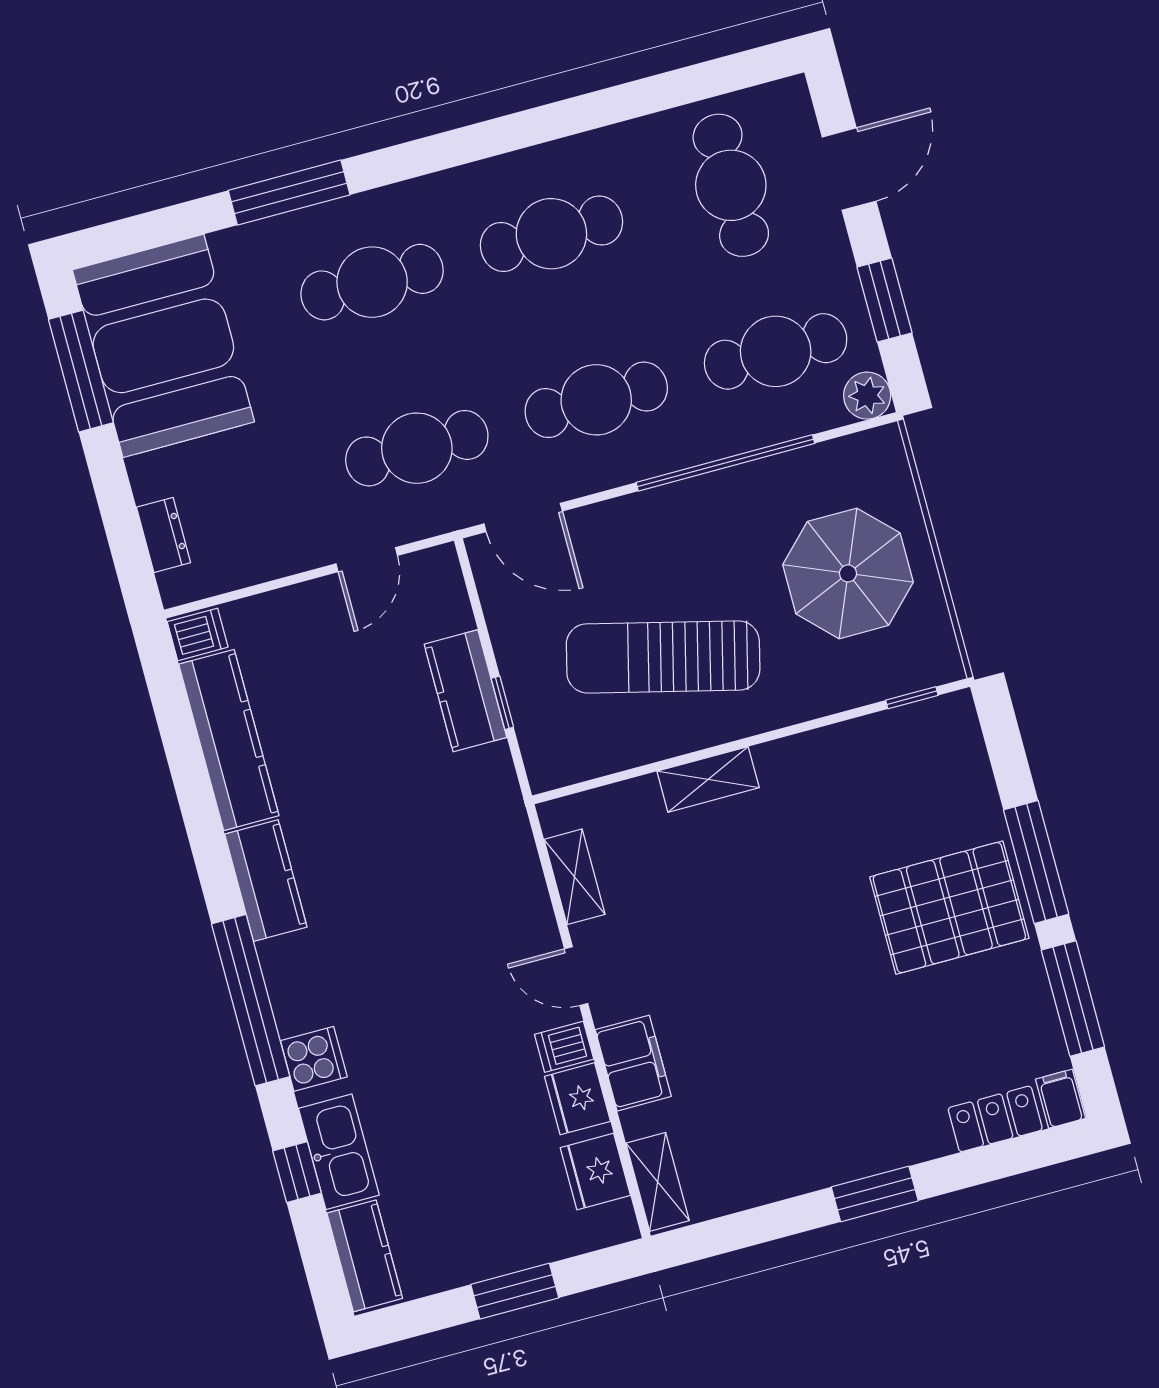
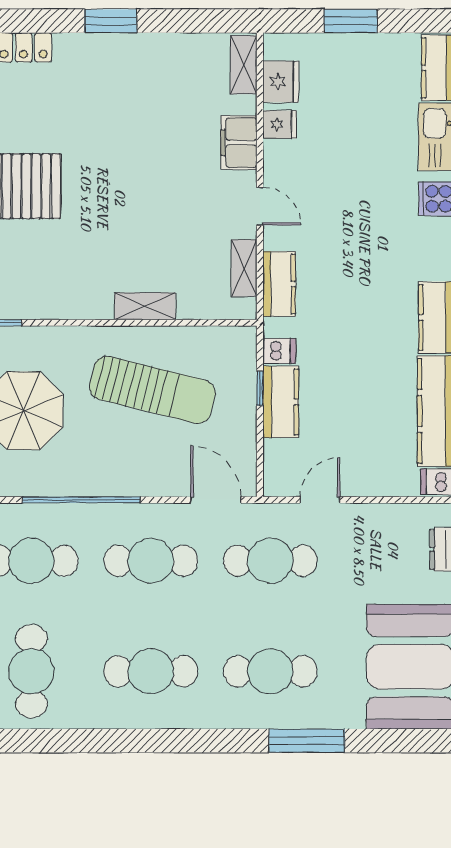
kitchen counter: (516, 867) -> (279, 284), added
dishwasher: (564, 1047) -> (279, 351), moved
fridge: (577, 1099) -> (280, 124), width x0.72

